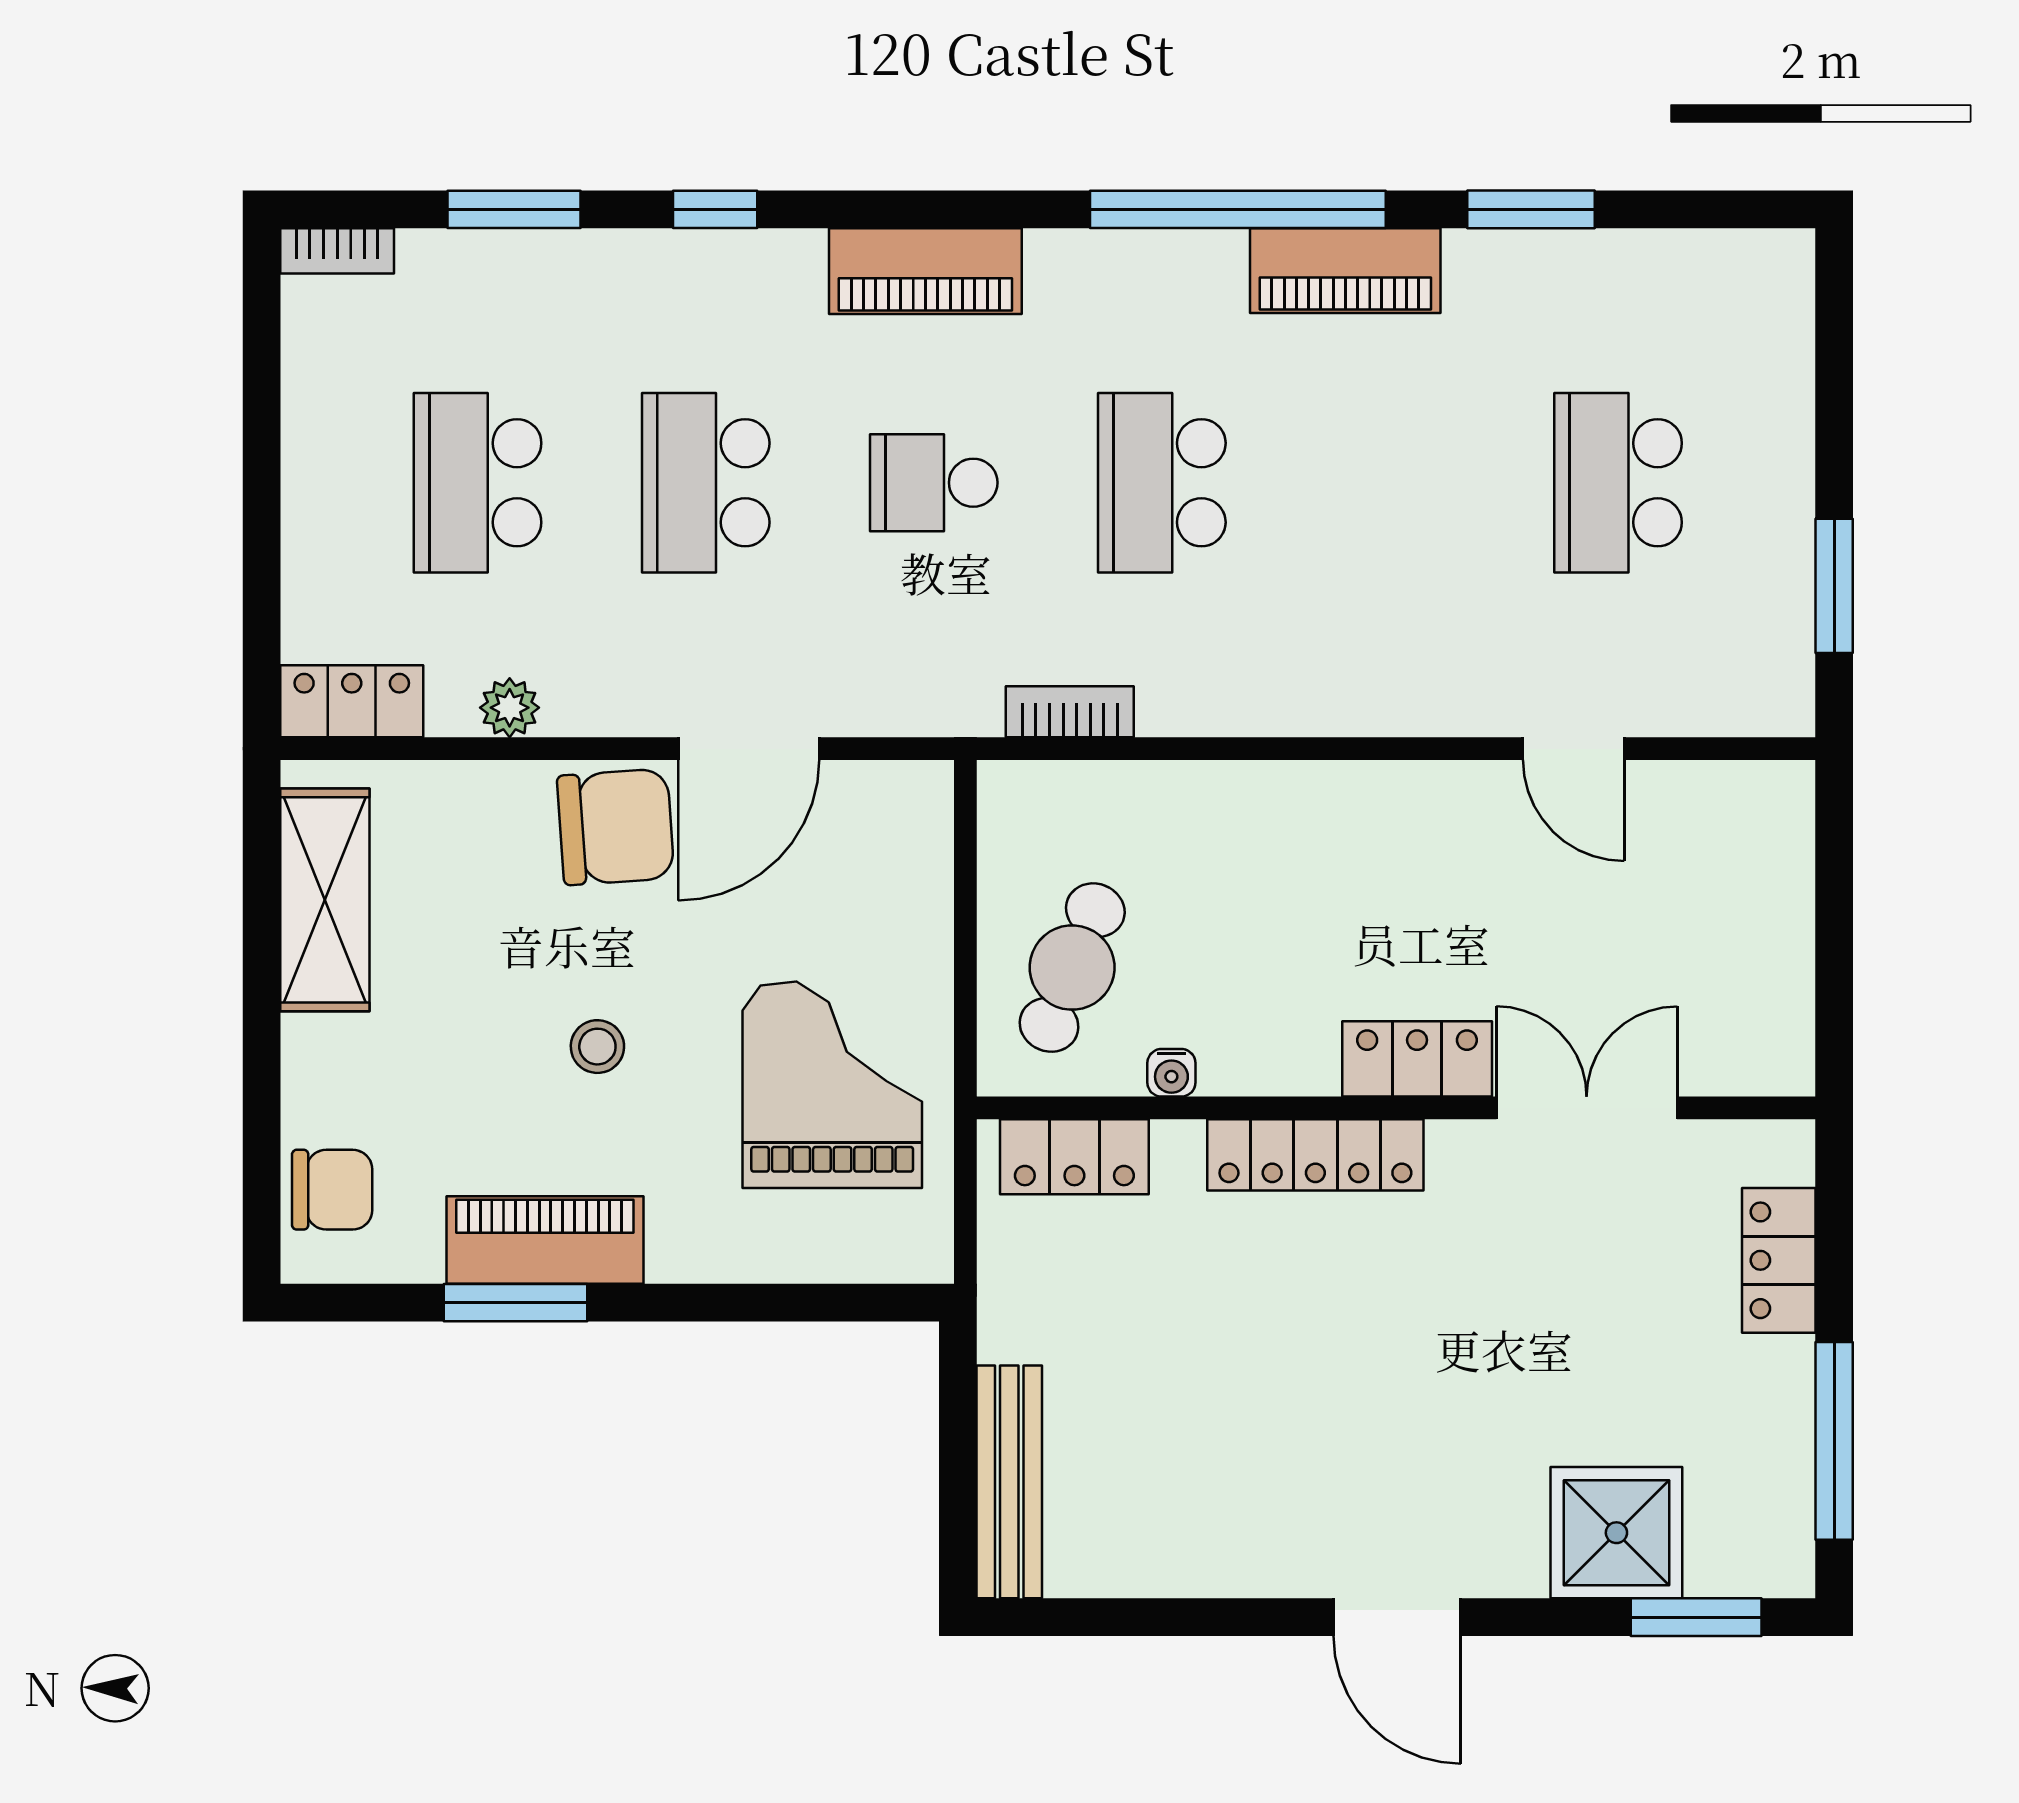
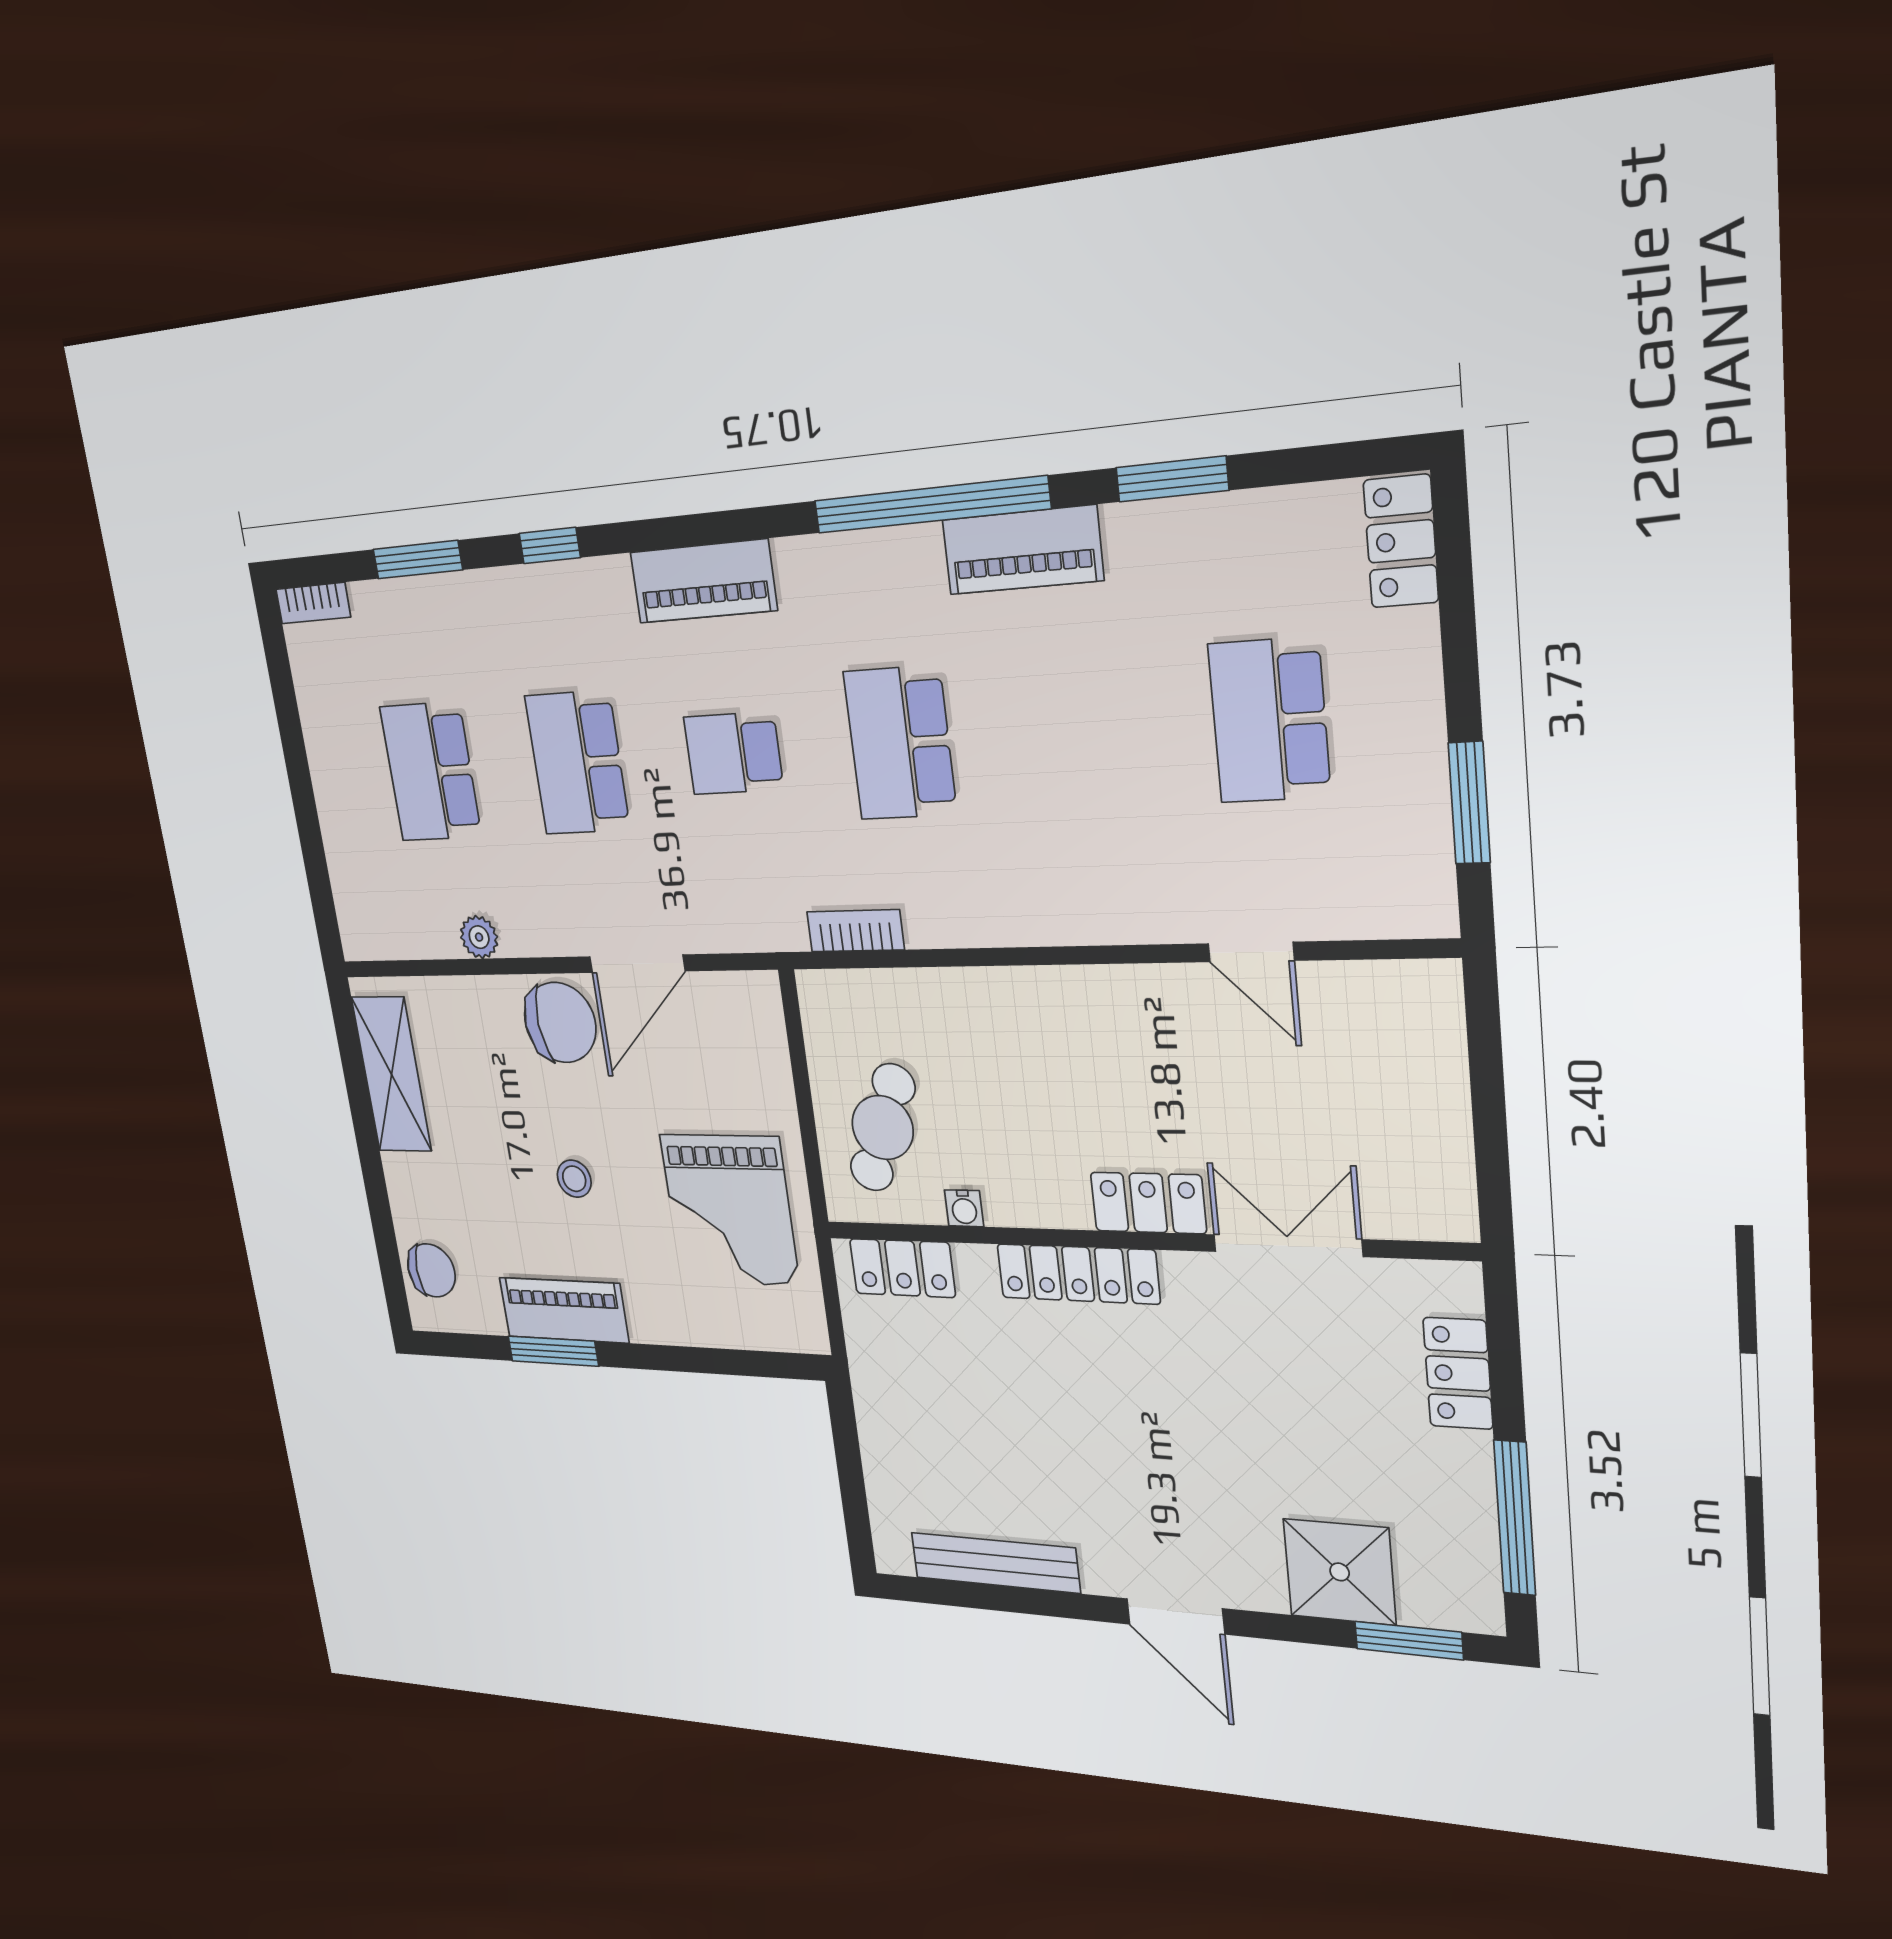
locker: (352, 701) -> (1401, 541), moved, turned -90
grand piano: (832, 1085) -> (730, 1210), turned 180
bench: (1009, 1482) -> (995, 1563), moved, turned 90

